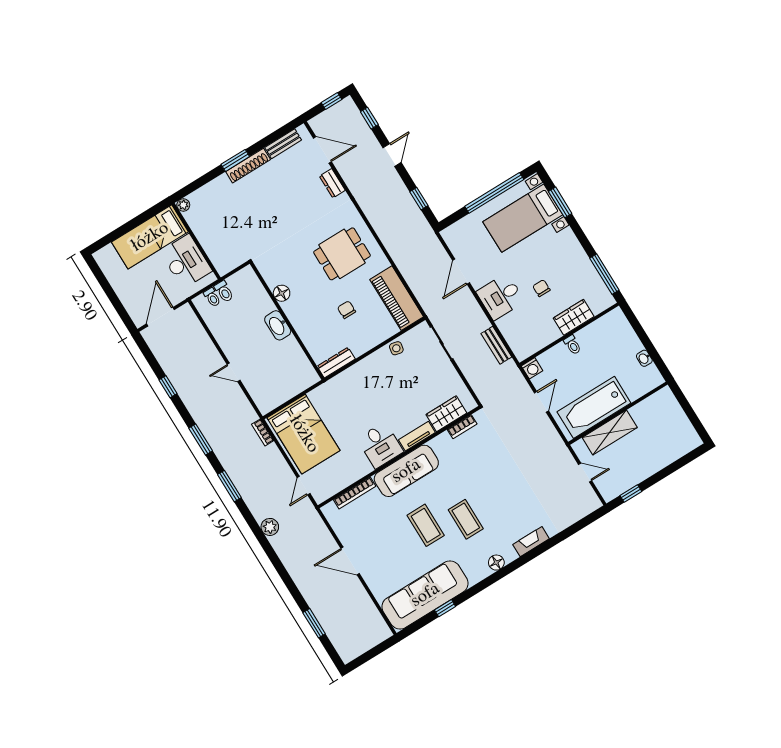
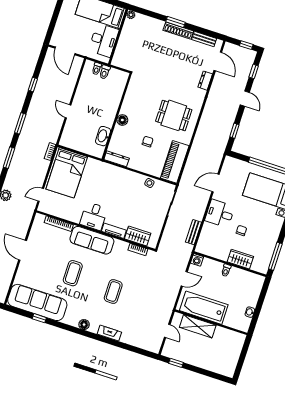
door: (392, 155) -> (245, 99), hinge flipped
floor lamp: (282, 293) -> (122, 120), moved
door: (161, 317) -> (65, 51), swing flipped
washbasin: (278, 325) -> (103, 136), moved
coffee table: (466, 519) -> (113, 291), moved

